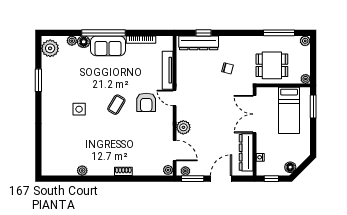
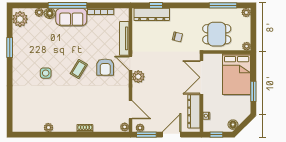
window: (313, 107) -> (253, 91), moved
bed: (289, 110) -> (237, 74), width x1.50
plant: (183, 127) -> (138, 77), moved

